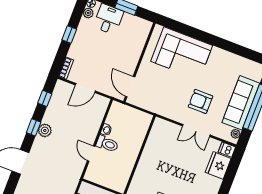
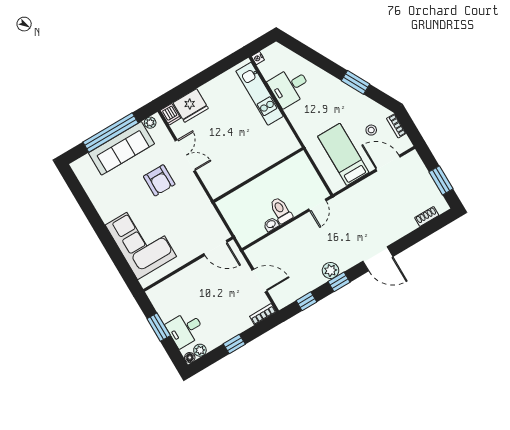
door: (130, 87) -> (215, 248), hinge flipped
door: (91, 154) -> (317, 205), moved

